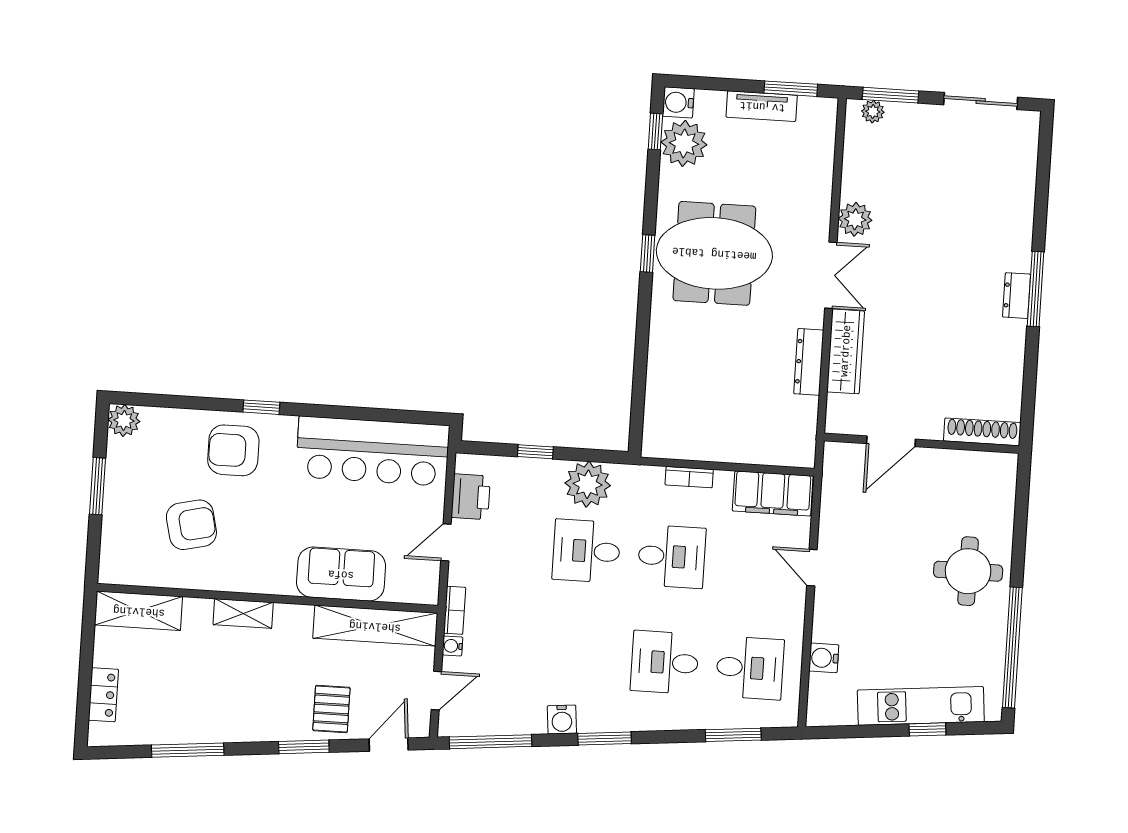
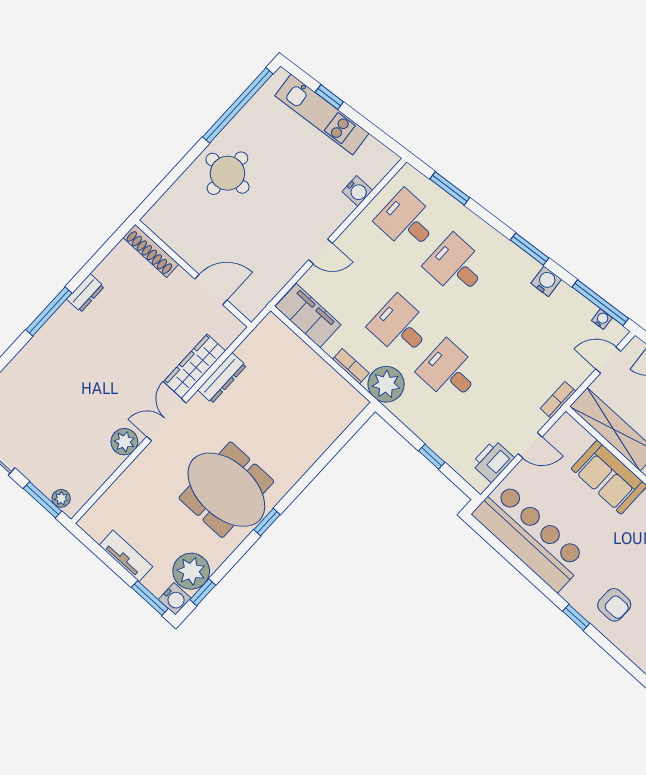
window: (791, 89) -> (150, 598), moved
dresser: (1017, 296) -> (85, 293), moved
armchair: (233, 450) -> (614, 605), width x0.72, depth x0.72
plant: (588, 484) -> (386, 384), moved
desk: (586, 551) -> (449, 372), turned 180
door: (812, 568) -> (320, 252), hinge flipped
water cooler: (452, 646) -> (602, 319), moved, turned -95
desk: (665, 662) -> (456, 266), turned 180

